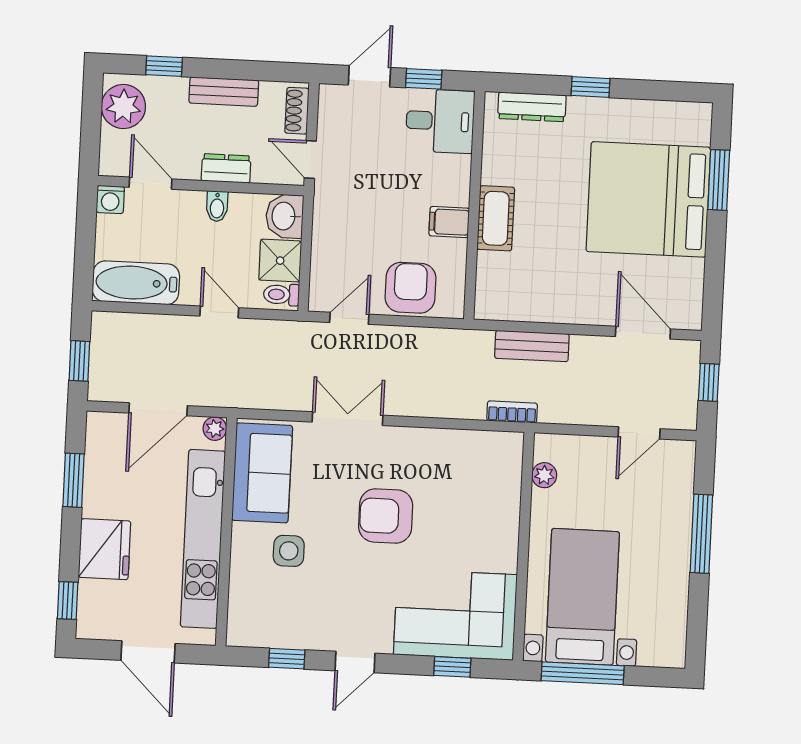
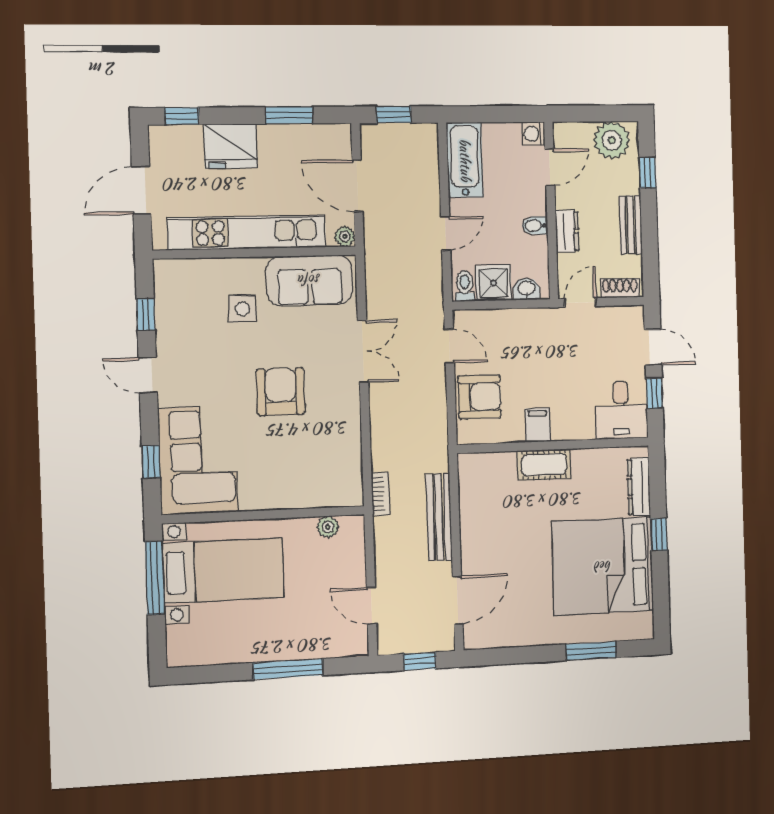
bed: (648, 199) -> (603, 566), moved, turned -90
washbasin: (285, 216) -> (526, 289), width x0.72, depth x0.69
bench: (532, 346) -> (439, 517), width x1.36

